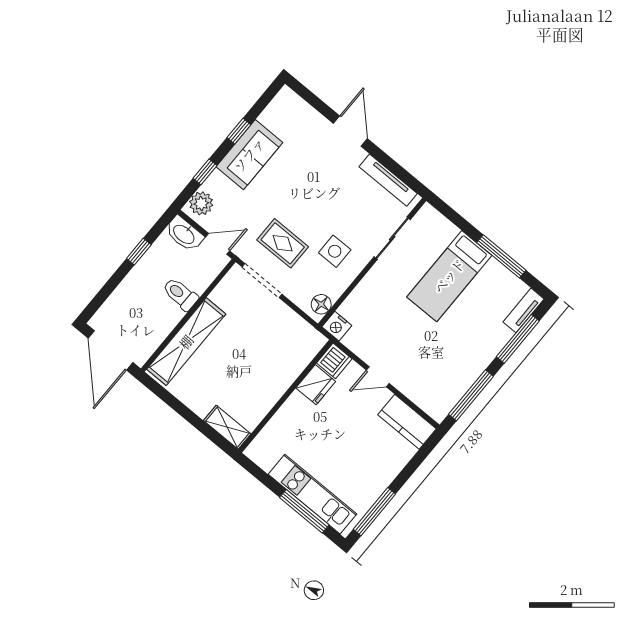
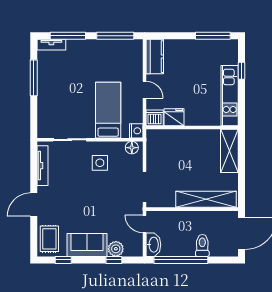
window: (239, 131) -> (63, 260), moved
plant: (201, 203) -> (116, 249), moved
rug: (283, 243) -> (49, 239), moved
window: (139, 252) -> (181, 260), width x3.17
bed: (449, 276) -> (108, 110), moved, turned -90
toilet: (180, 294) -> (202, 245), moved, turned 180
shelving: (227, 427) -> (229, 151), width x1.50, depth x1.33
kitchen unit: (312, 494) -> (230, 96), moved
window: (304, 511) -> (242, 71), width x0.46

